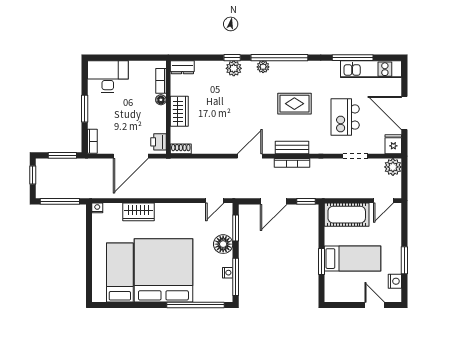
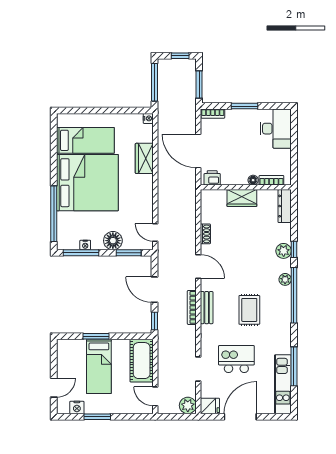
dresser: (182, 67) -> (285, 206), width x1.44
shoe rack: (181, 149) -> (205, 234), moved

